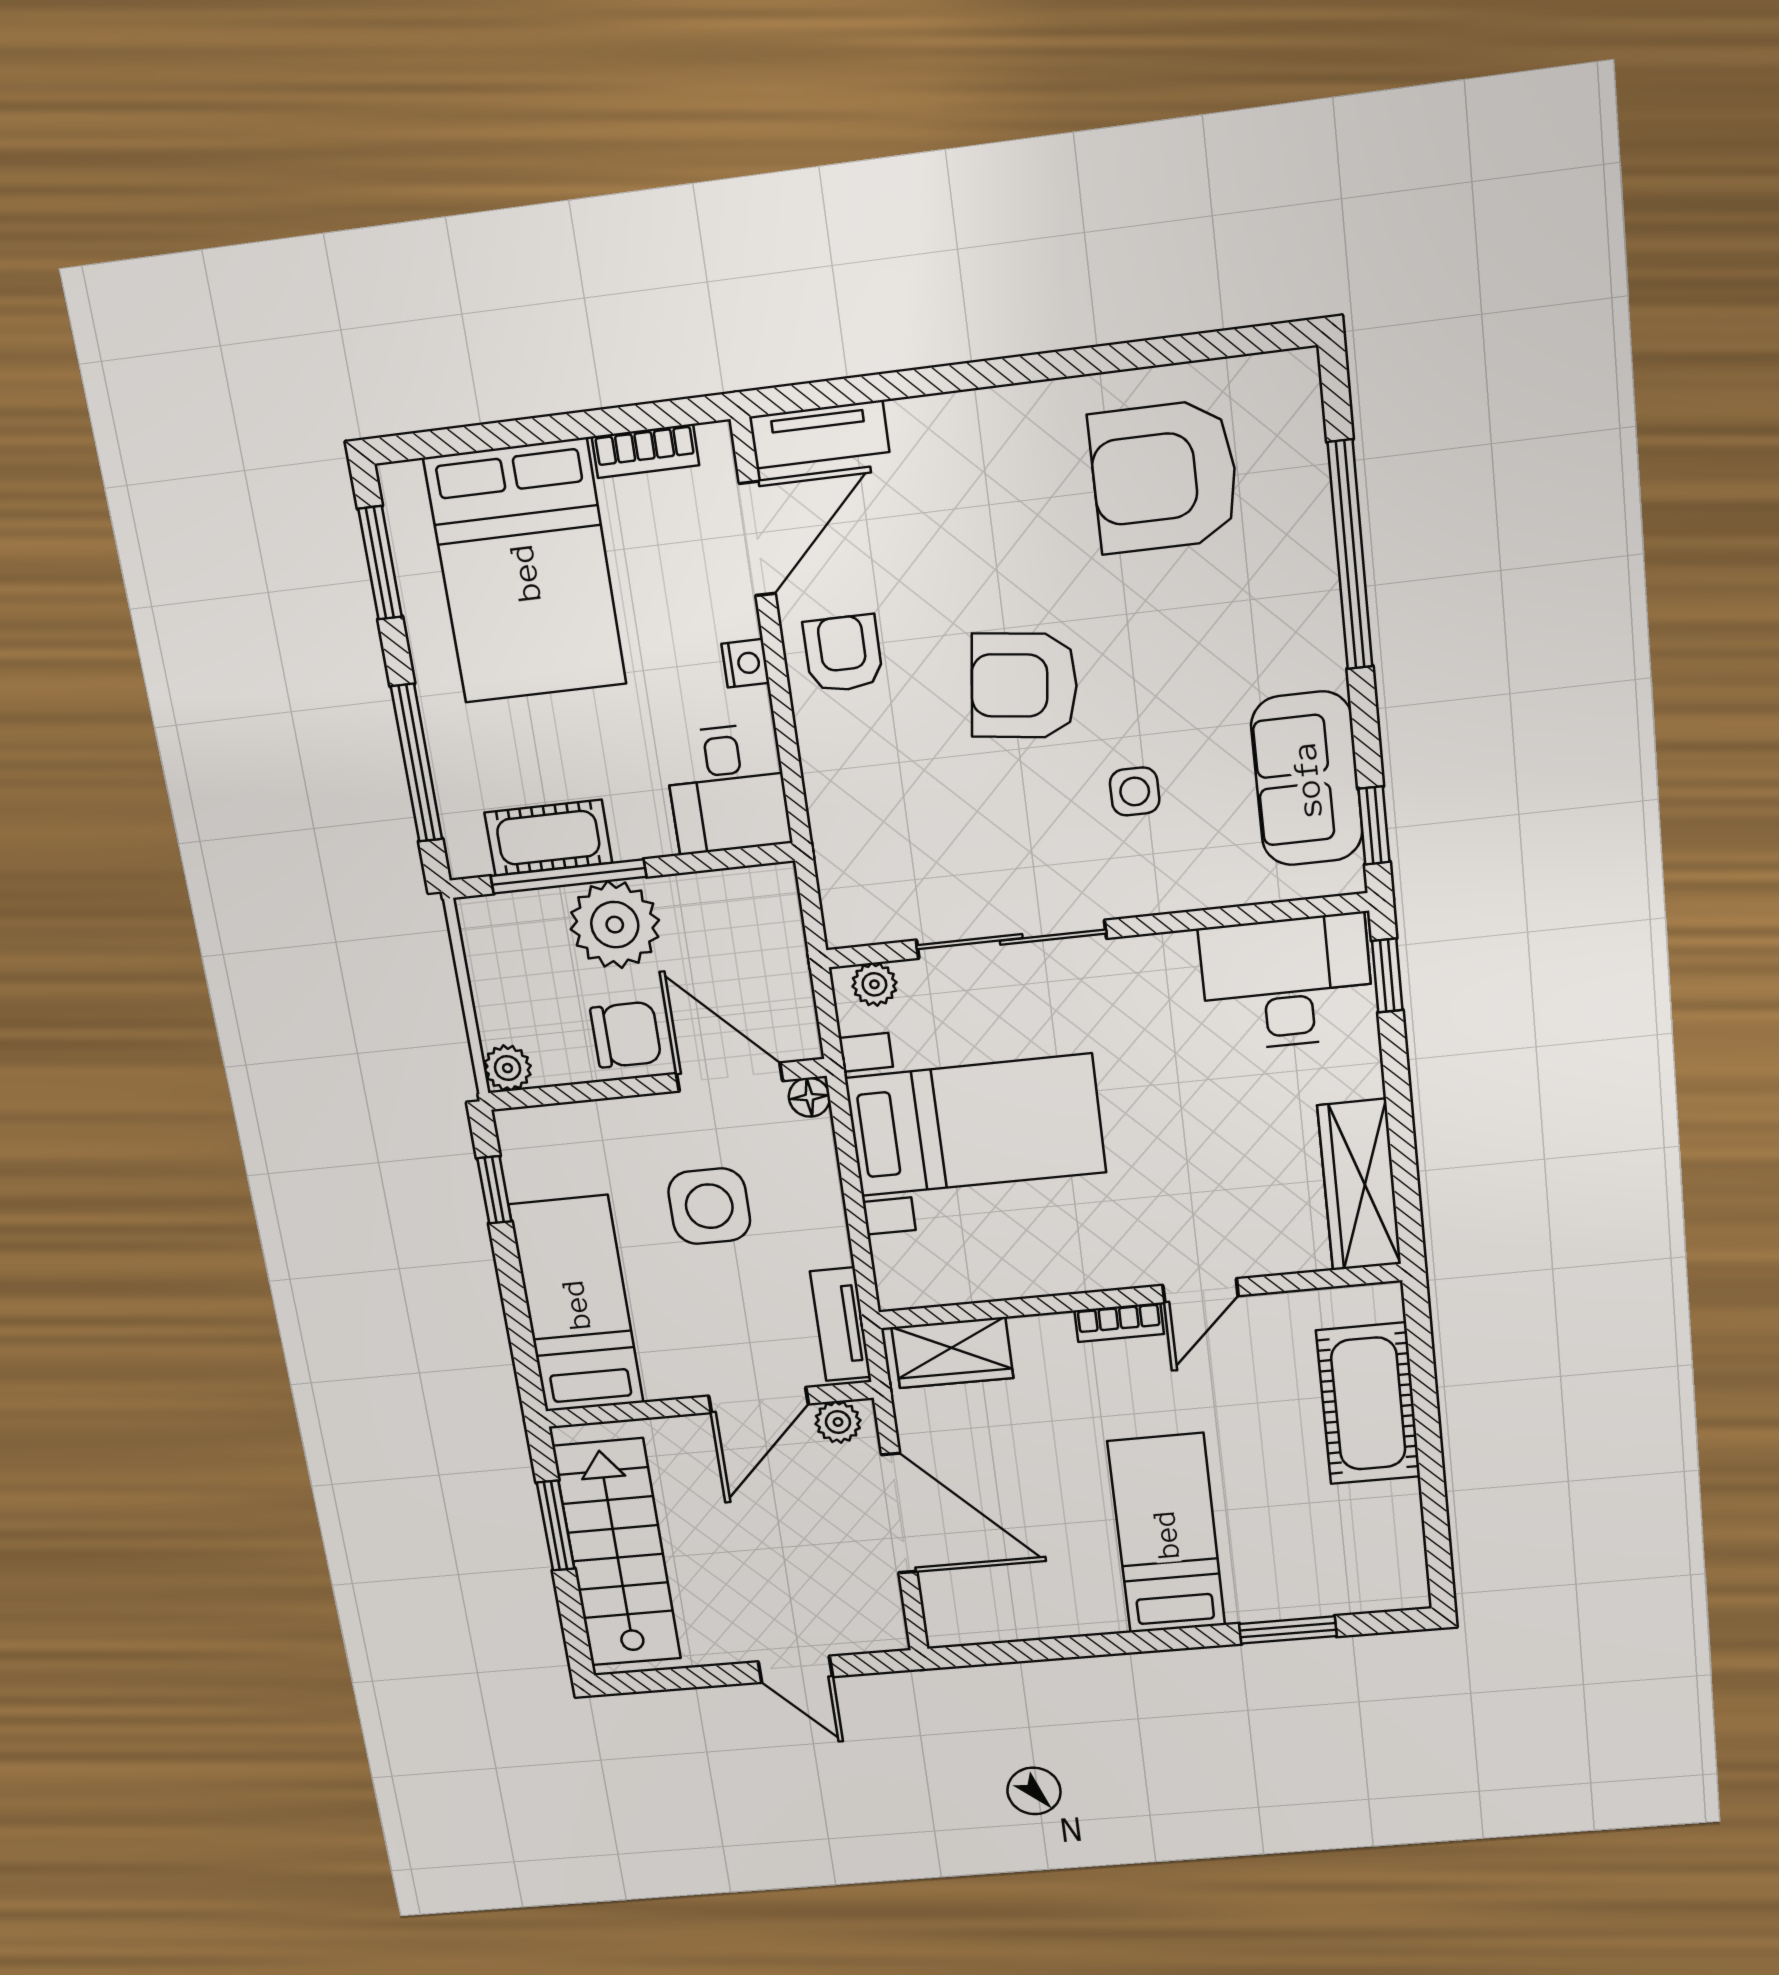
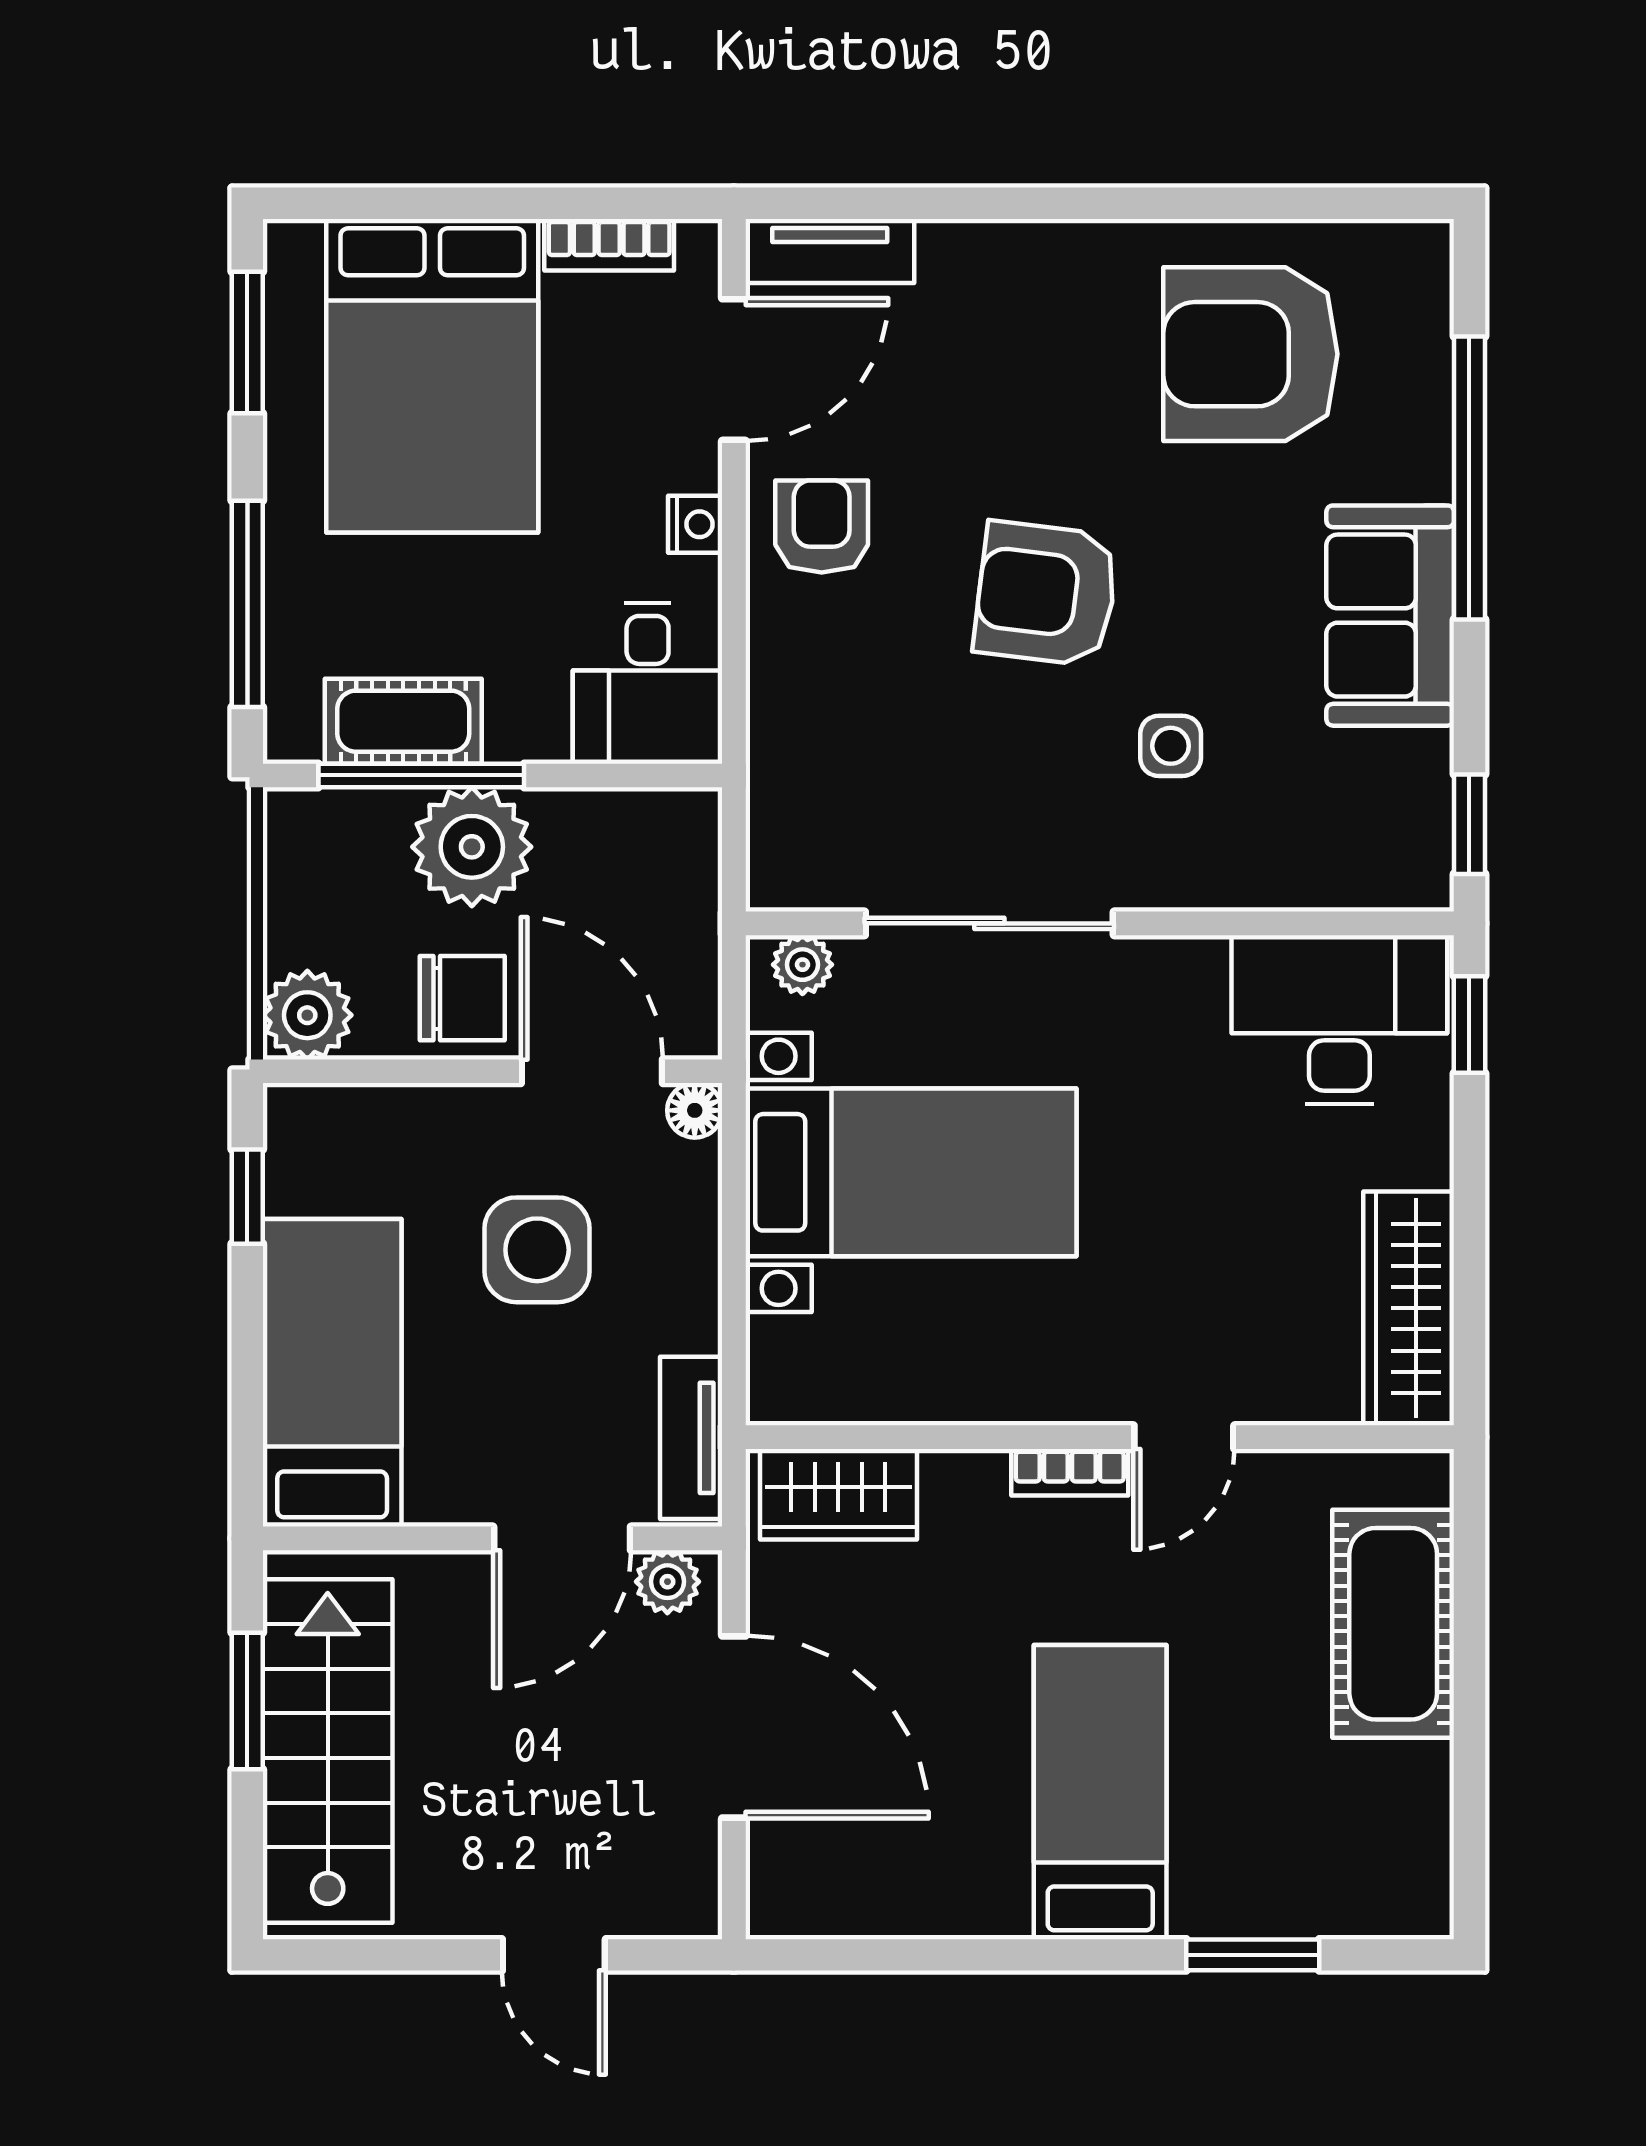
sofa: (1307, 779) -> (1390, 616), moved
plant: (508, 1068) -> (307, 1015), width x1.38, depth x1.38

